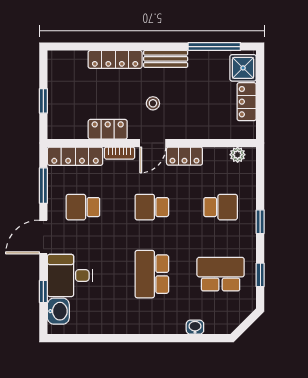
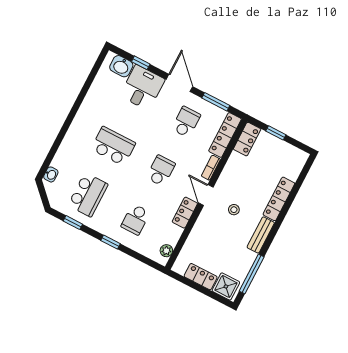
locker: (108, 129) -> (247, 139), moved
washbasin: (195, 327) -> (51, 174), moved

